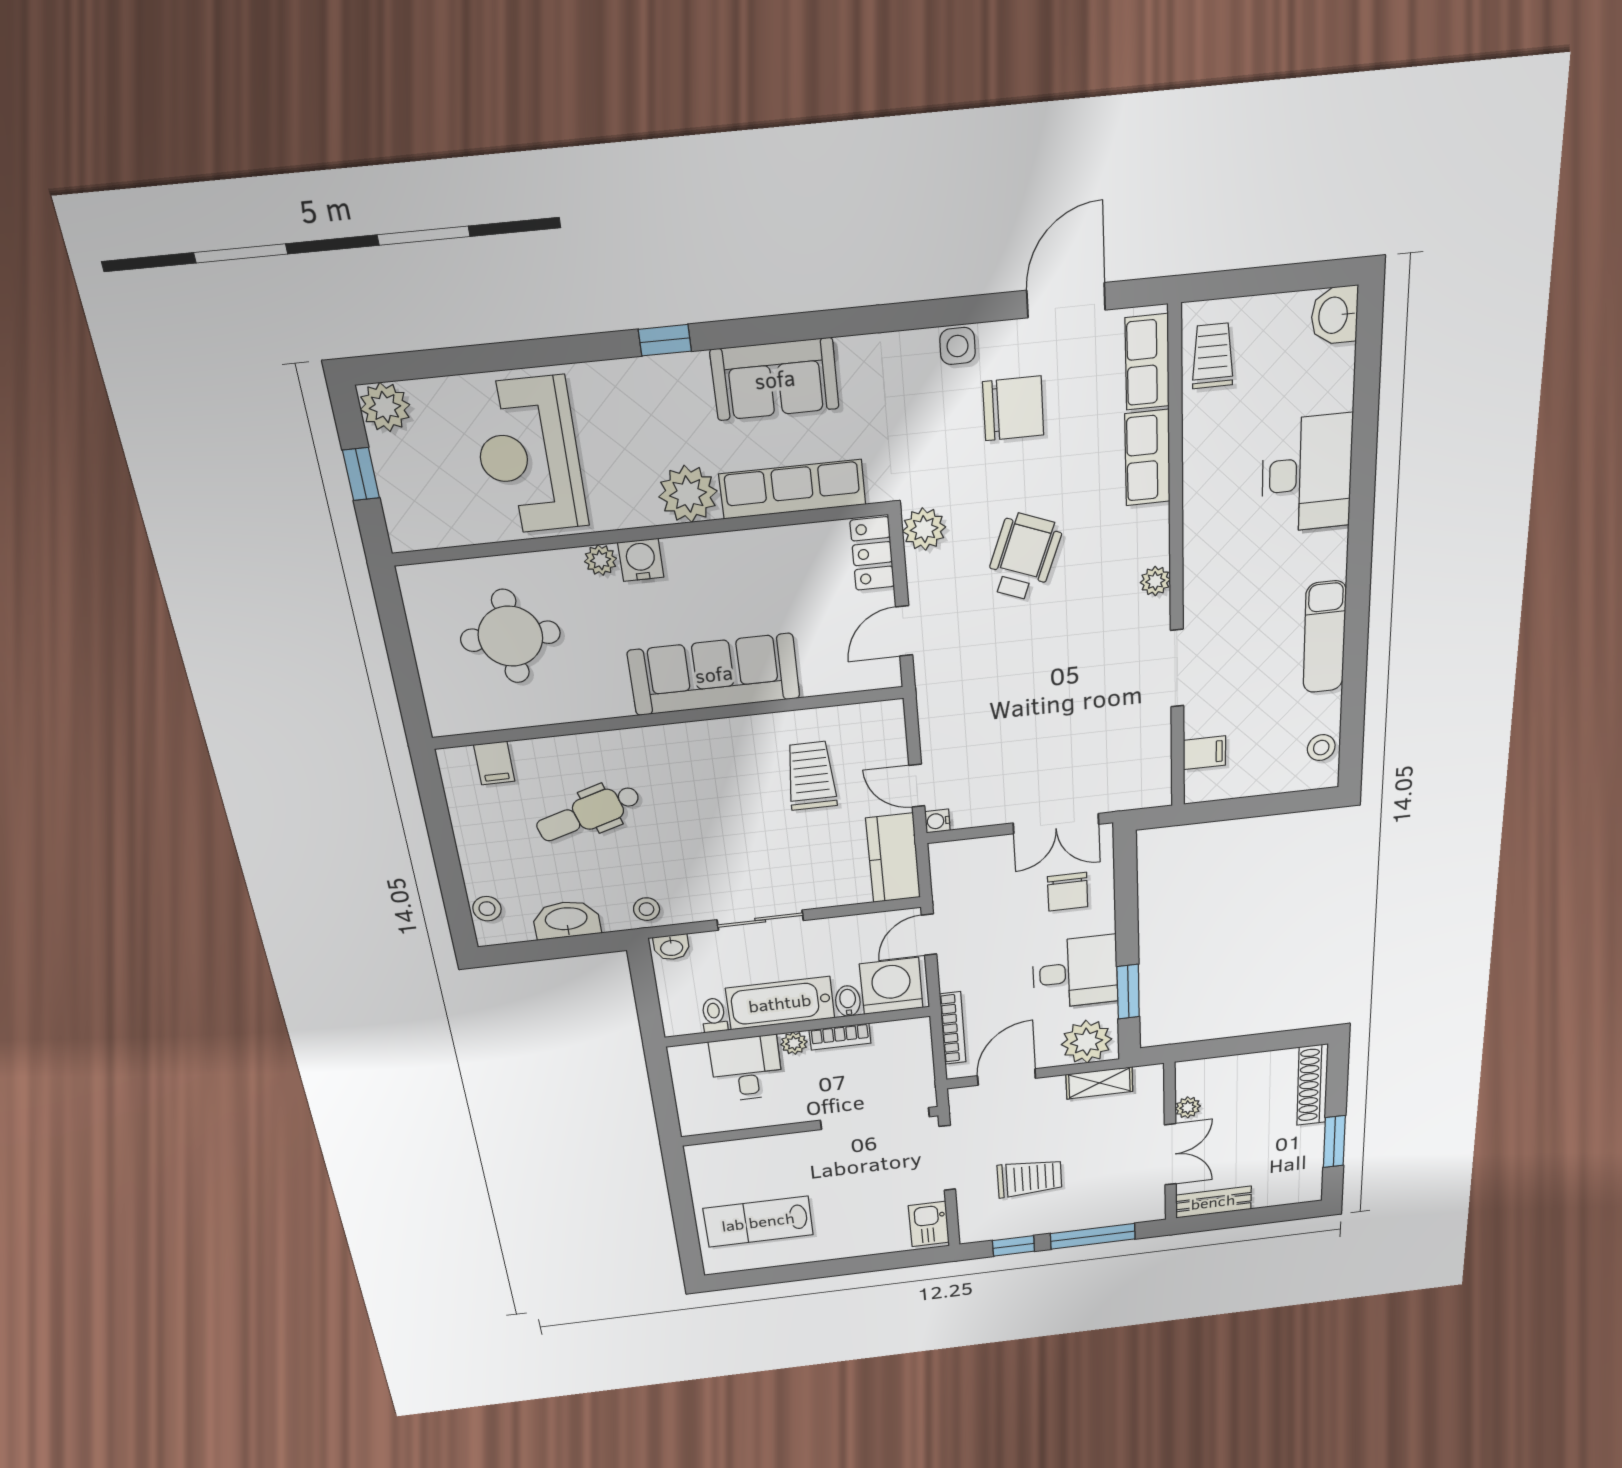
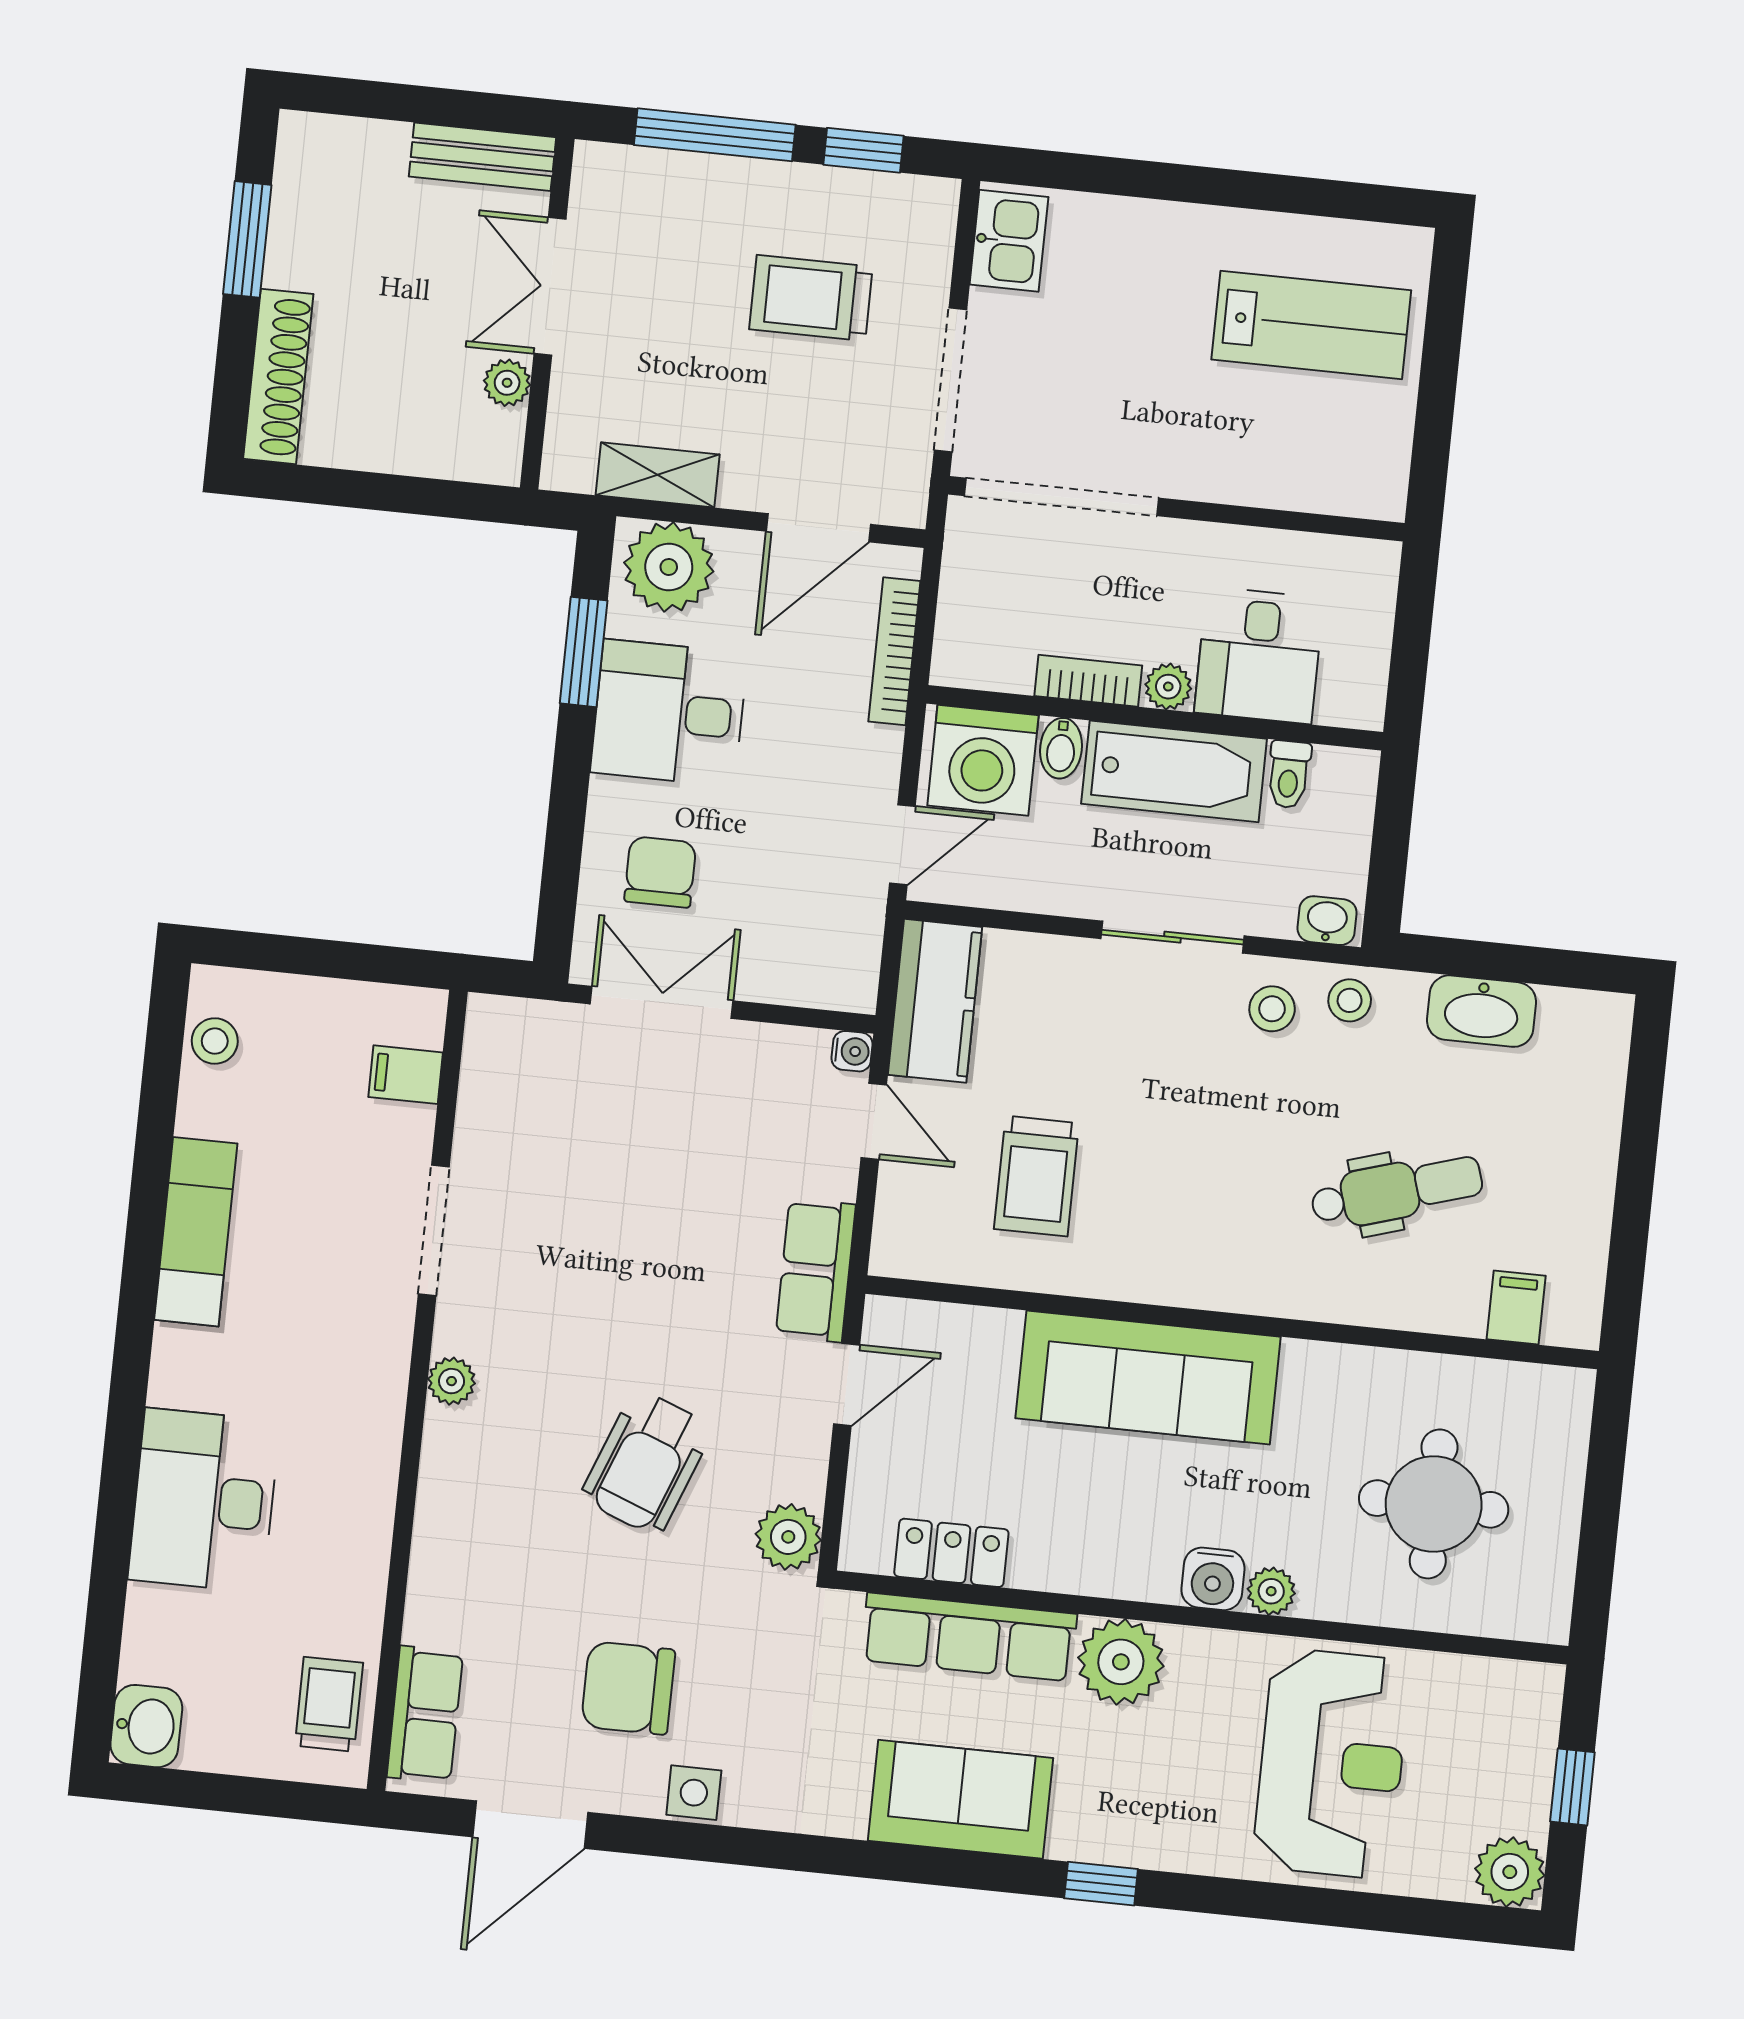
trolley: (1213, 356) -> (329, 1704), turned 180
row of seats: (1148, 458) -> (816, 1270), moved, turned 180
locker: (872, 554) -> (951, 1553), moved, turned -90
stool: (487, 909) -> (1272, 1009), moved

